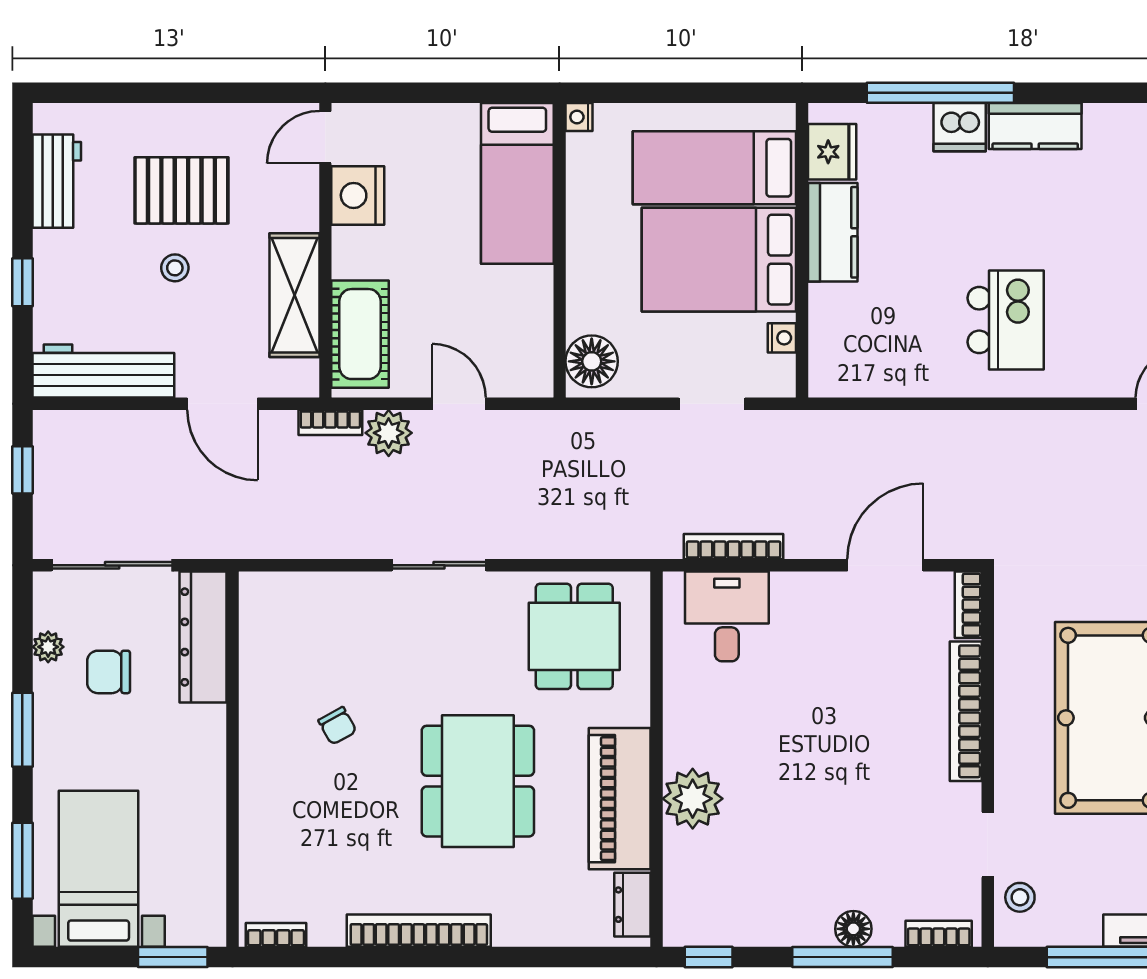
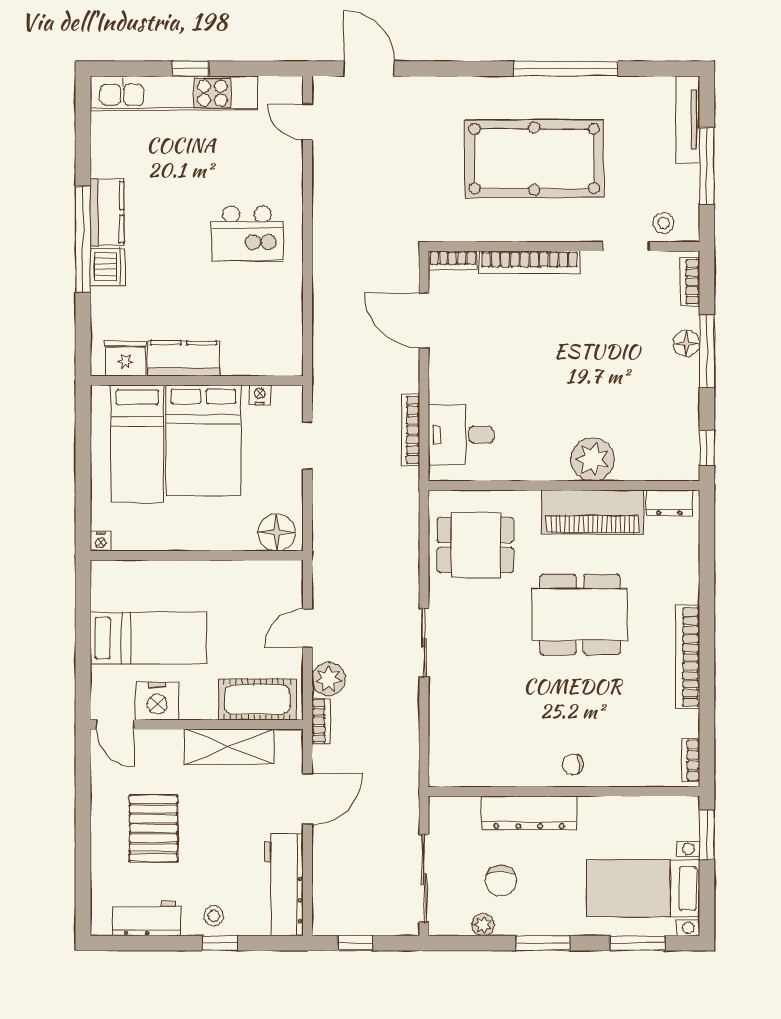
window: (940, 93) -> (83, 239), moved
bed: (517, 183) -> (148, 638), moved
stool: (175, 268) -> (214, 916), moved
kitchen island: (1006, 320) -> (247, 233), turned 180
dresser: (203, 637) -> (529, 813), moved
chair: (337, 726) -> (573, 764), moved, turned -151

